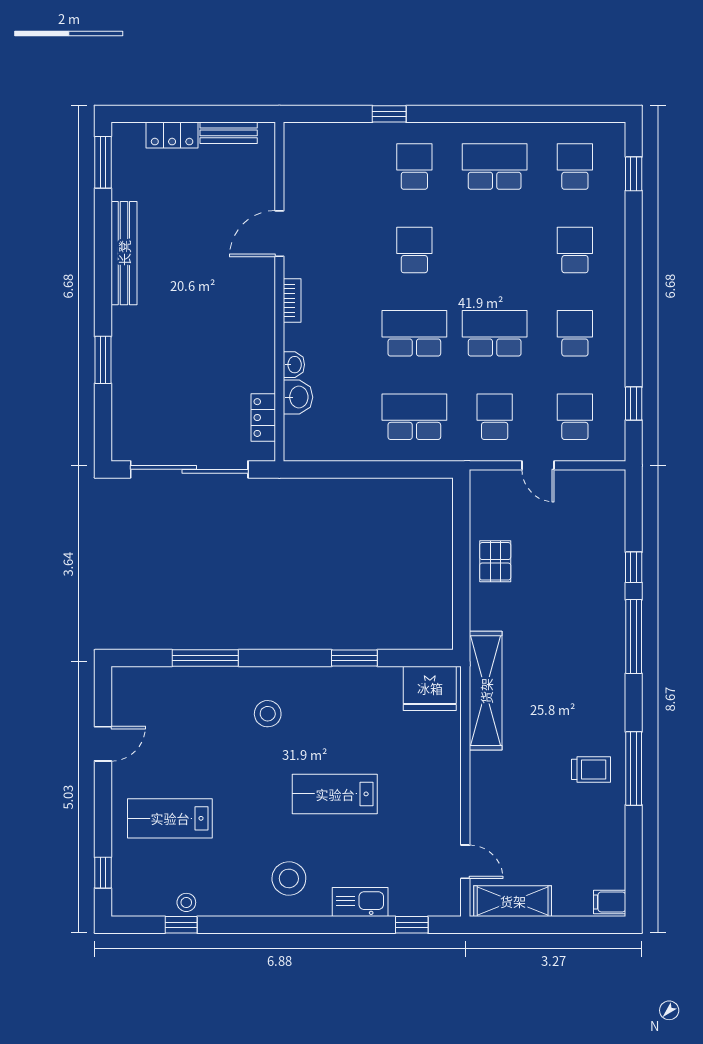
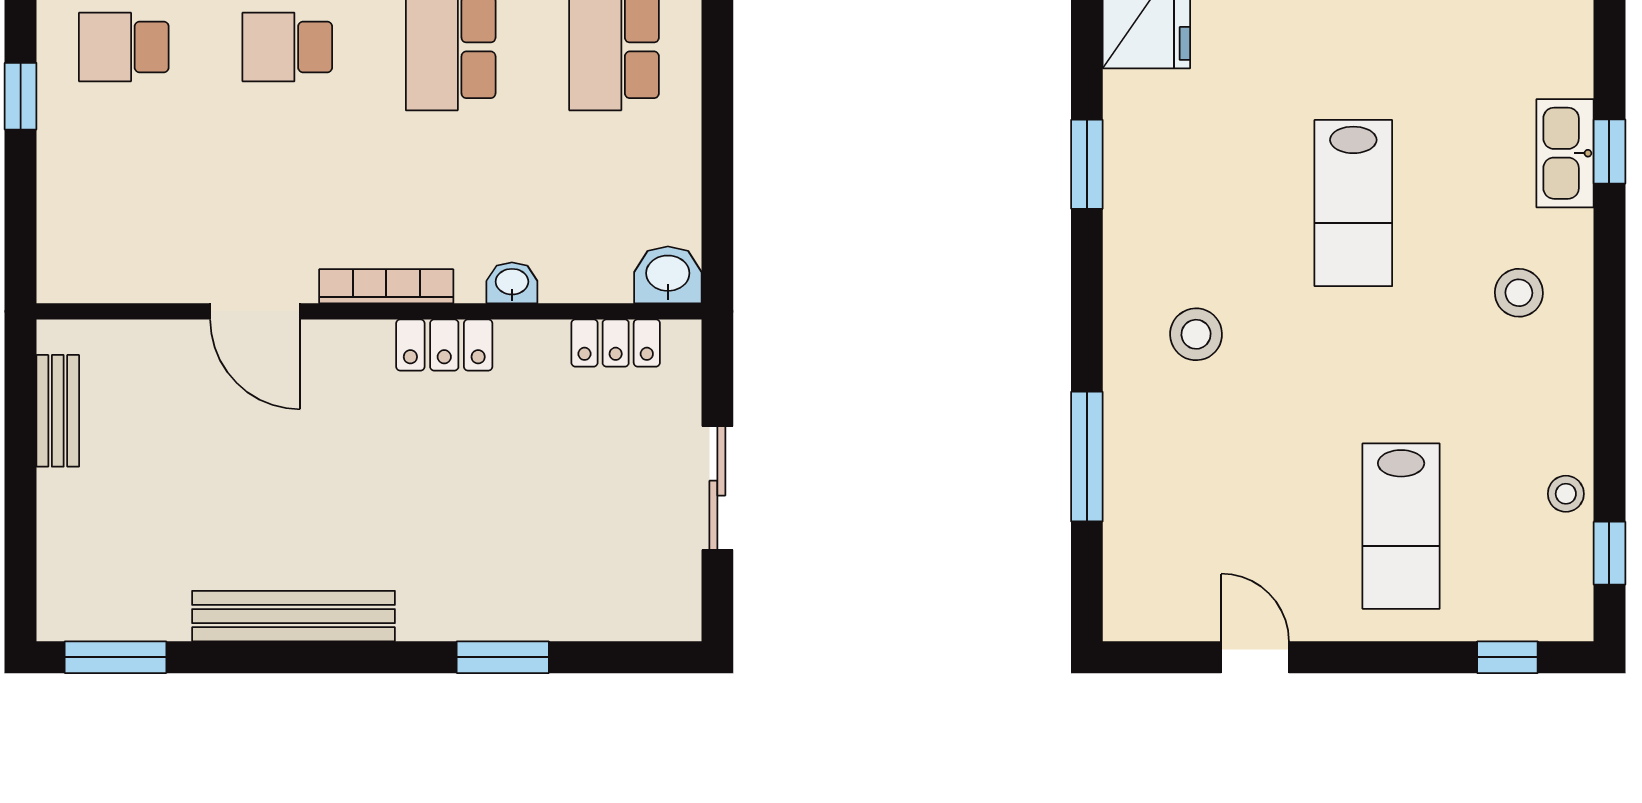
locker: (172, 135) -> (444, 345), moved, turned 90
bookcase: (292, 300) -> (386, 286), width x1.56
washbasin: (298, 397) -> (668, 275), moved
sliding door: (189, 469) -> (717, 488), width x0.54
stool: (289, 878) -> (1519, 293), width x0.73, depth x0.73
window: (181, 925) -> (1609, 553), moved
window: (412, 925) -> (1609, 152), moved

